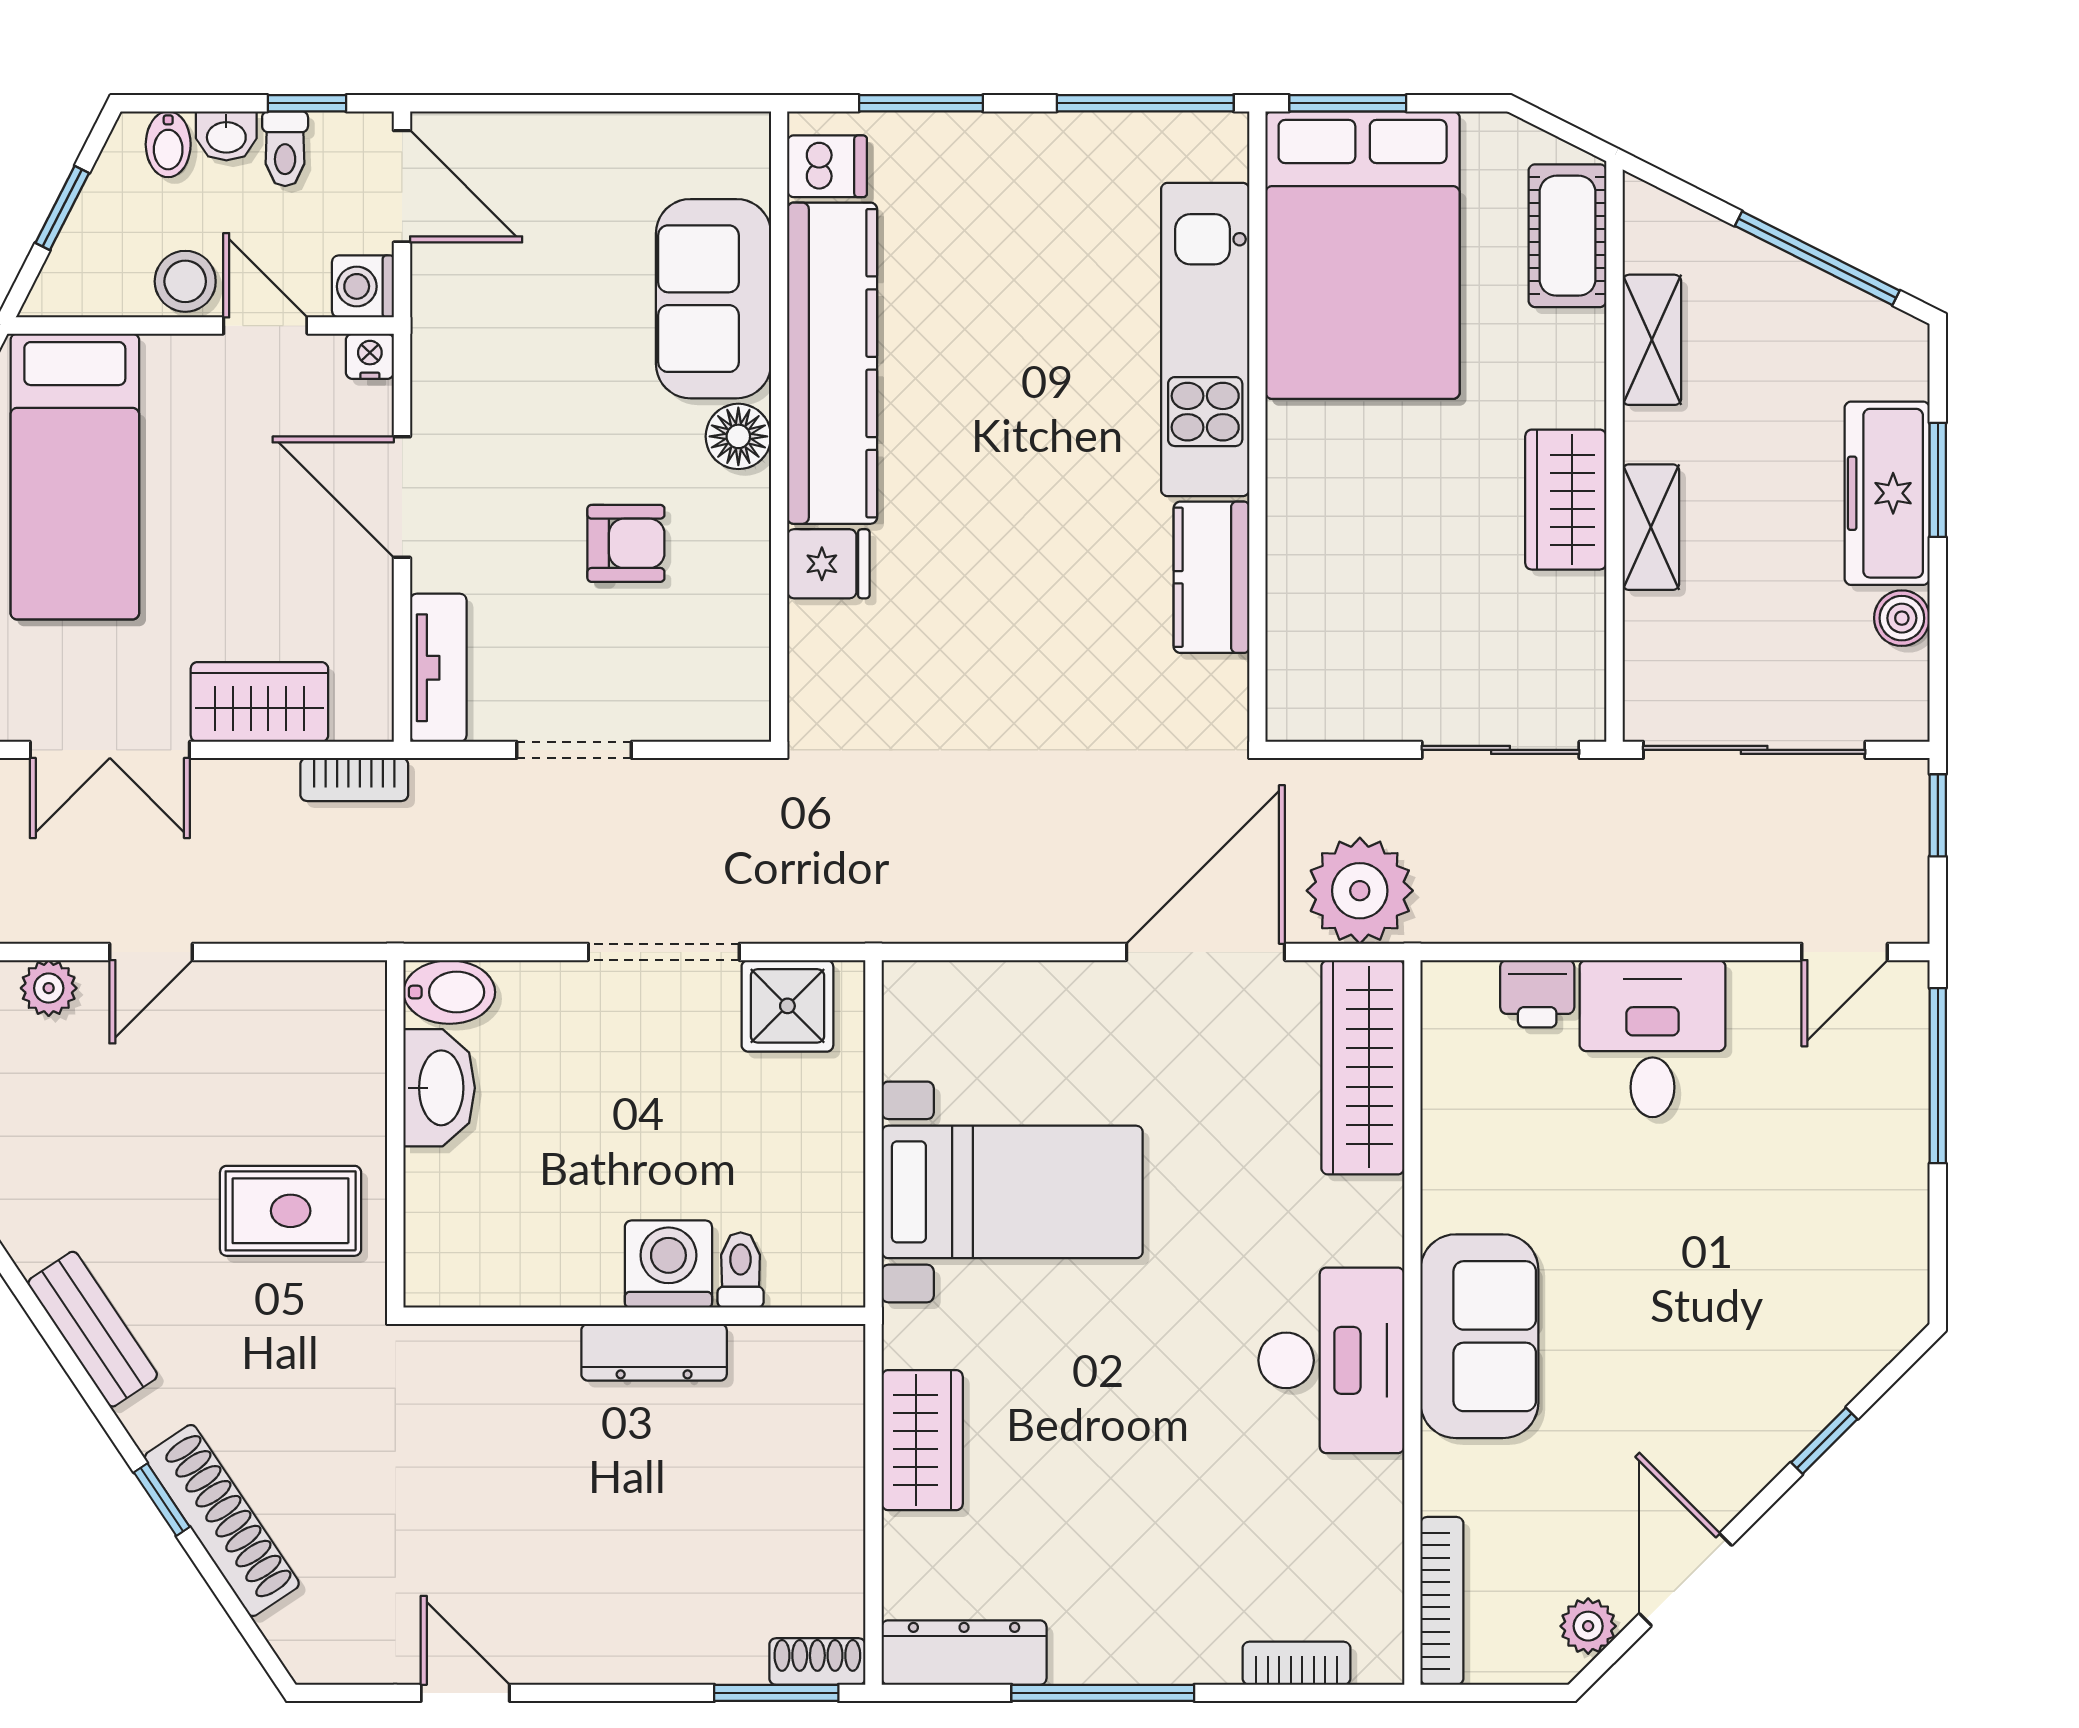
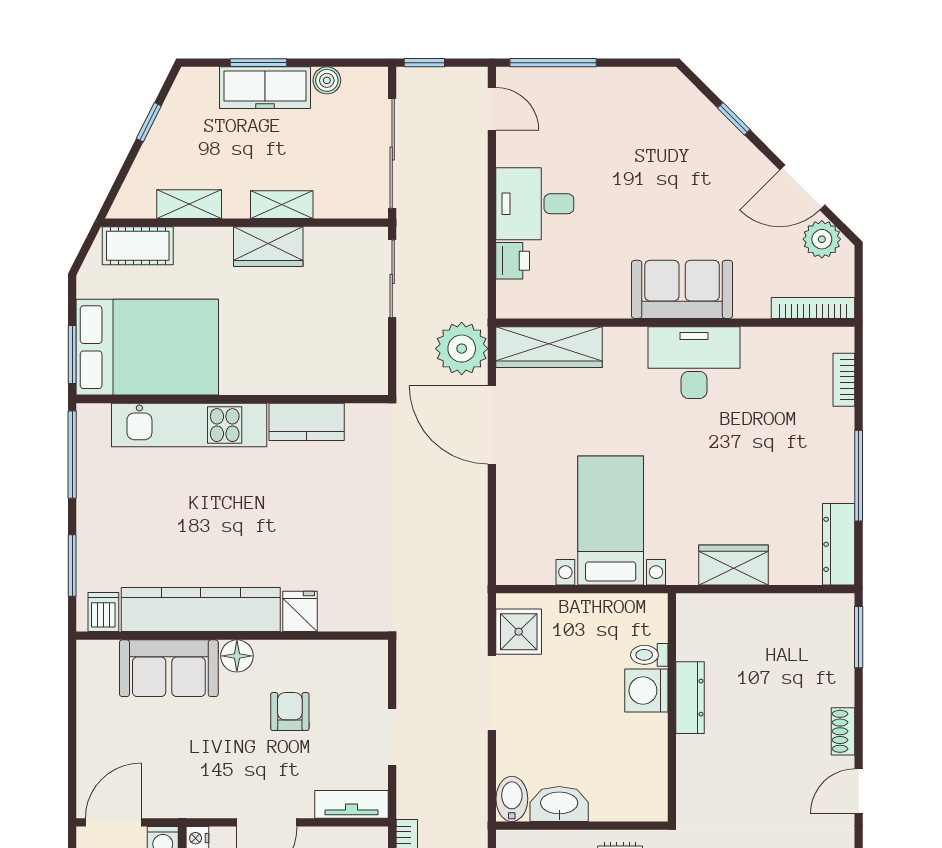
window: (1817, 258) -> (149, 122), width x0.46
plant: (1588, 1626) -> (822, 239), width x1.38, depth x1.38
shoe rack: (817, 1662) -> (843, 731), moved

